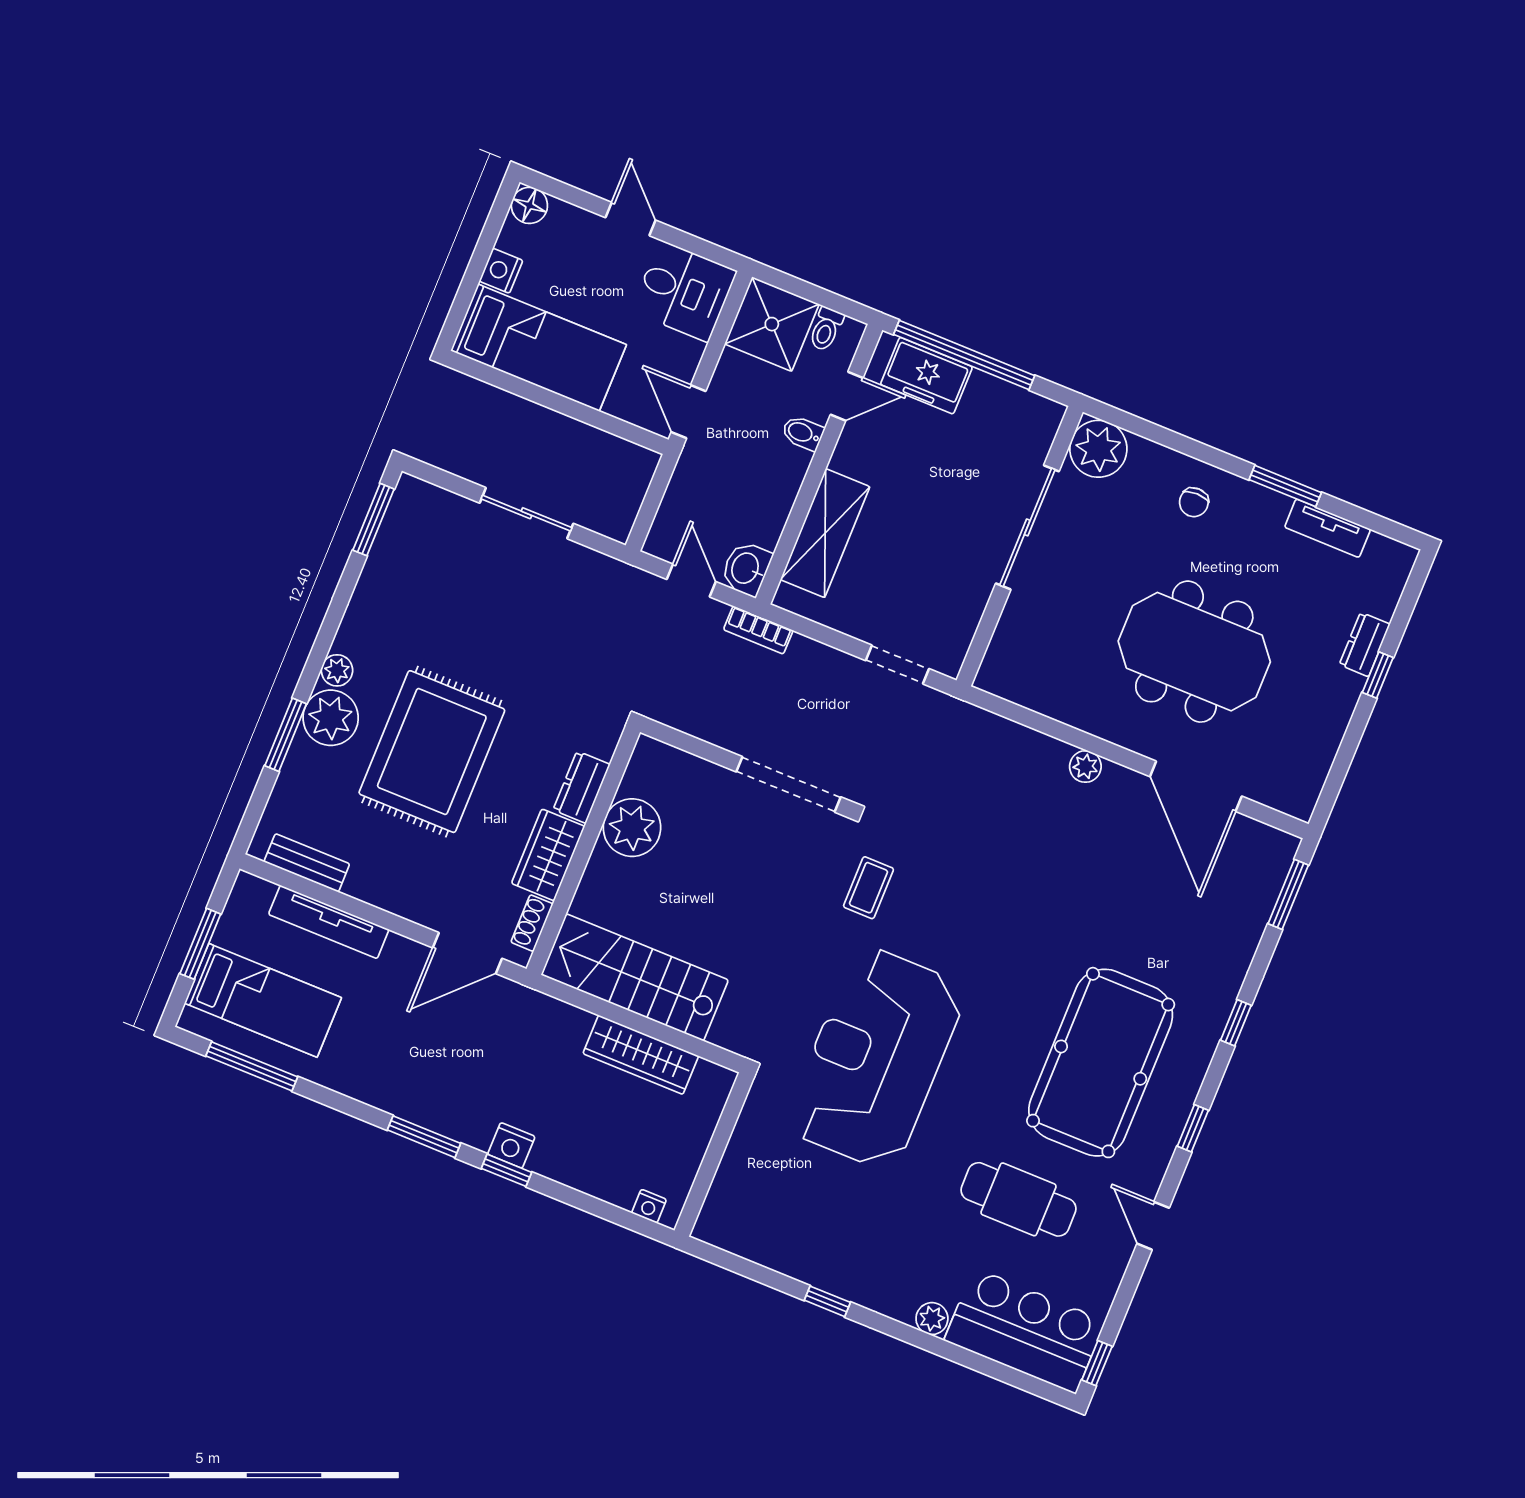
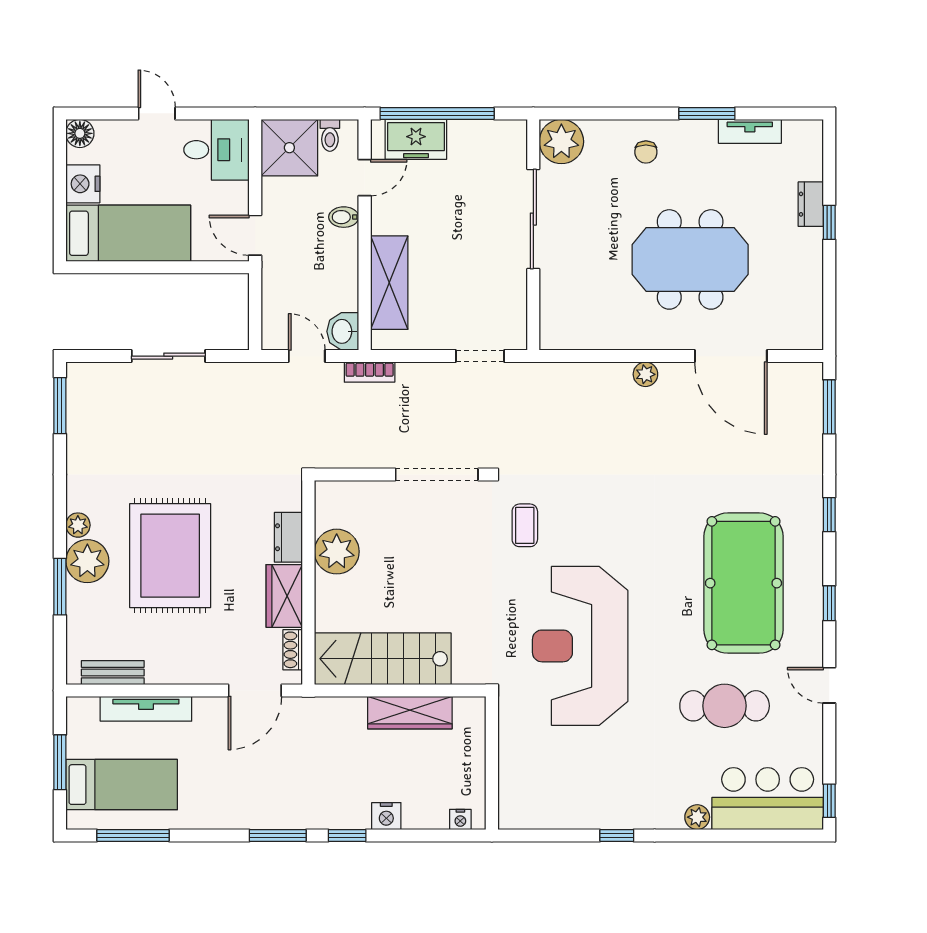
nightstand: (501, 271) -> (83, 184), width x1.36, depth x1.33
nightstand: (511, 1145) -> (386, 816), moved

